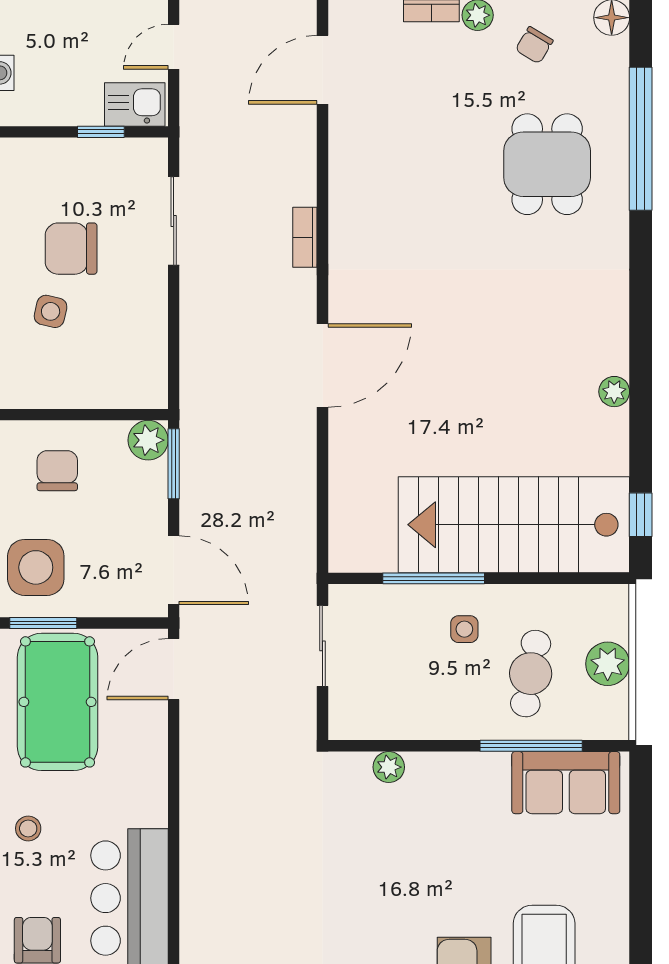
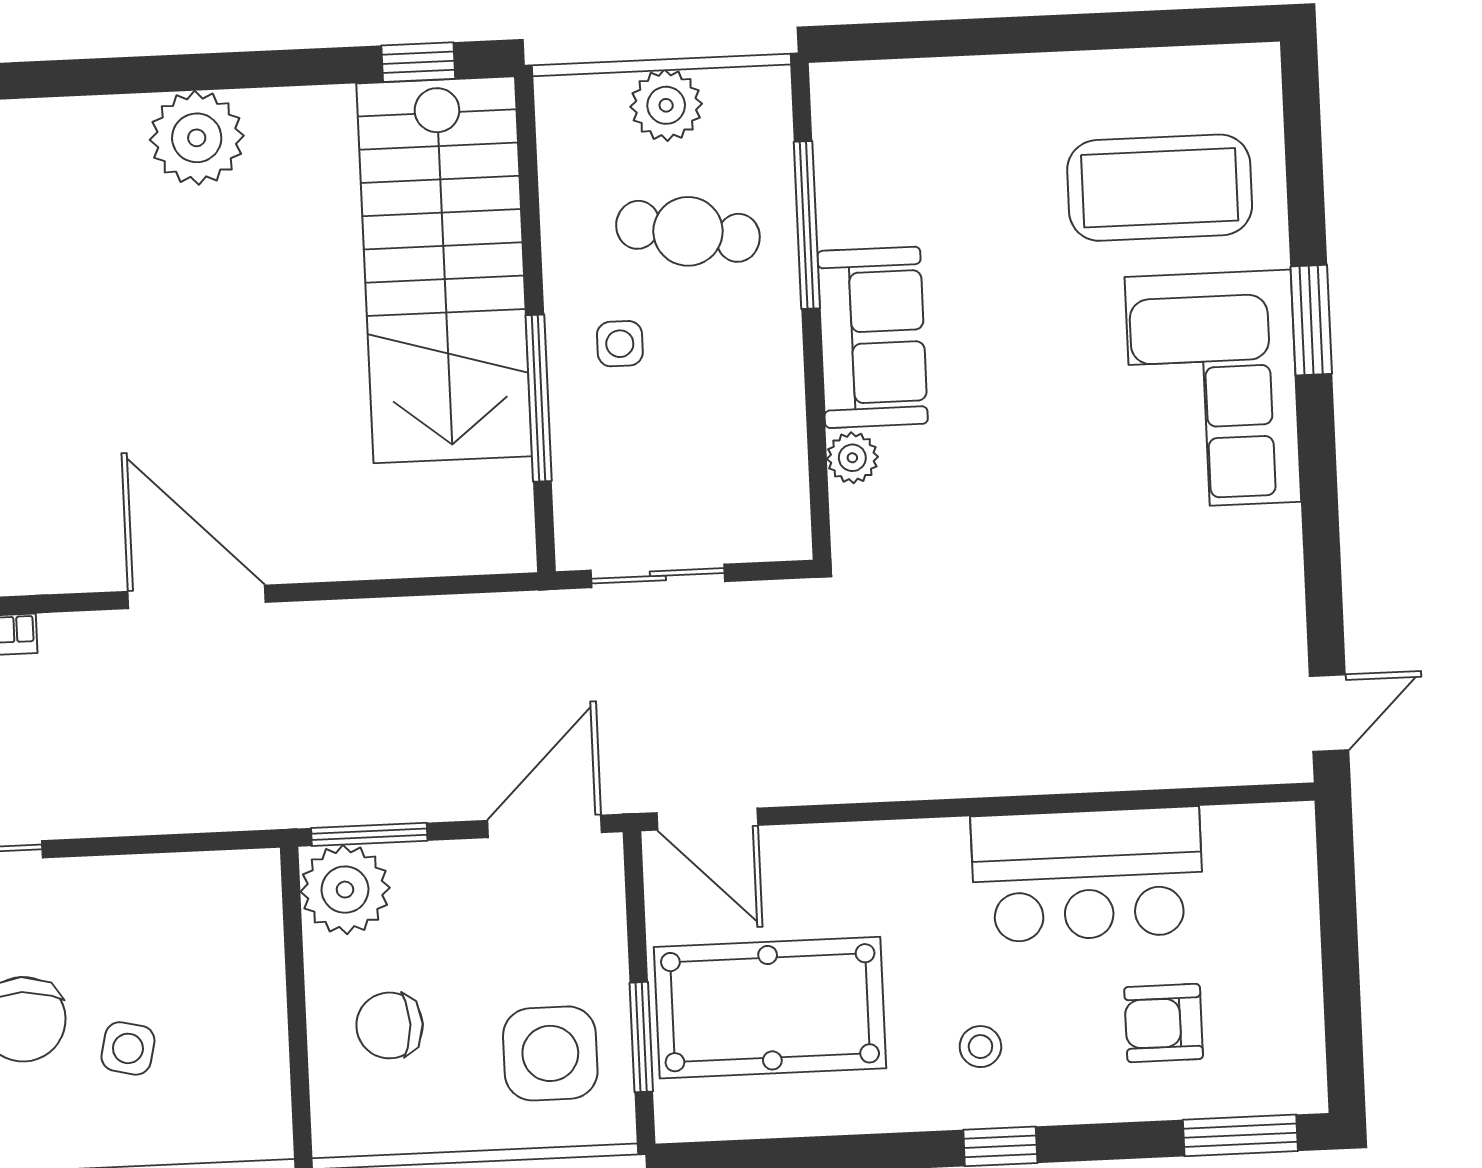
plant: (614, 392) -> (197, 138), width x1.87, depth x1.87
plant: (148, 440) -> (345, 890), width x1.36, depth x1.36
sofa: (566, 783) -> (873, 337), moved

